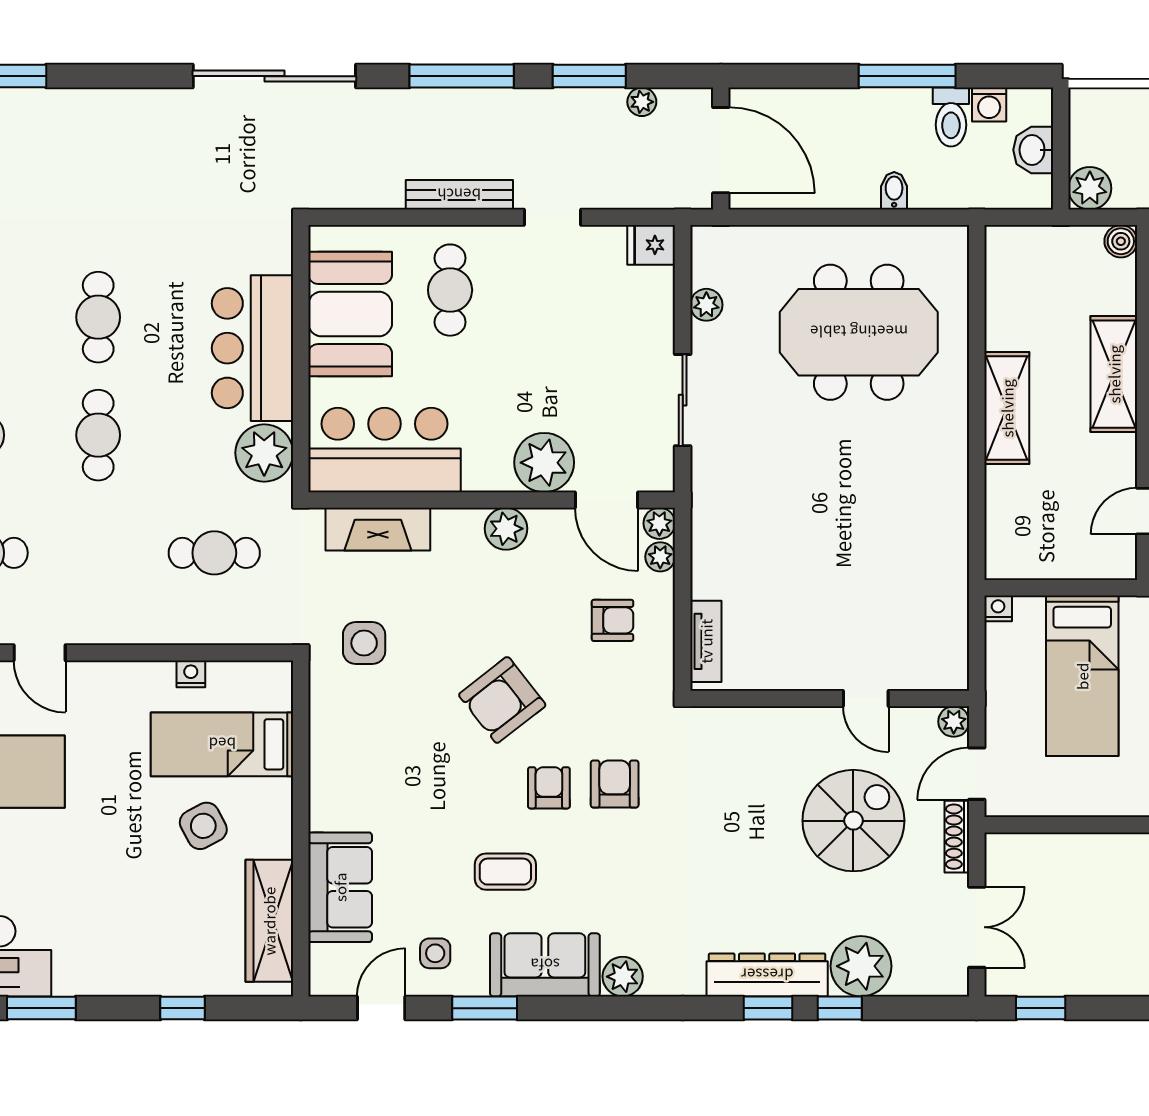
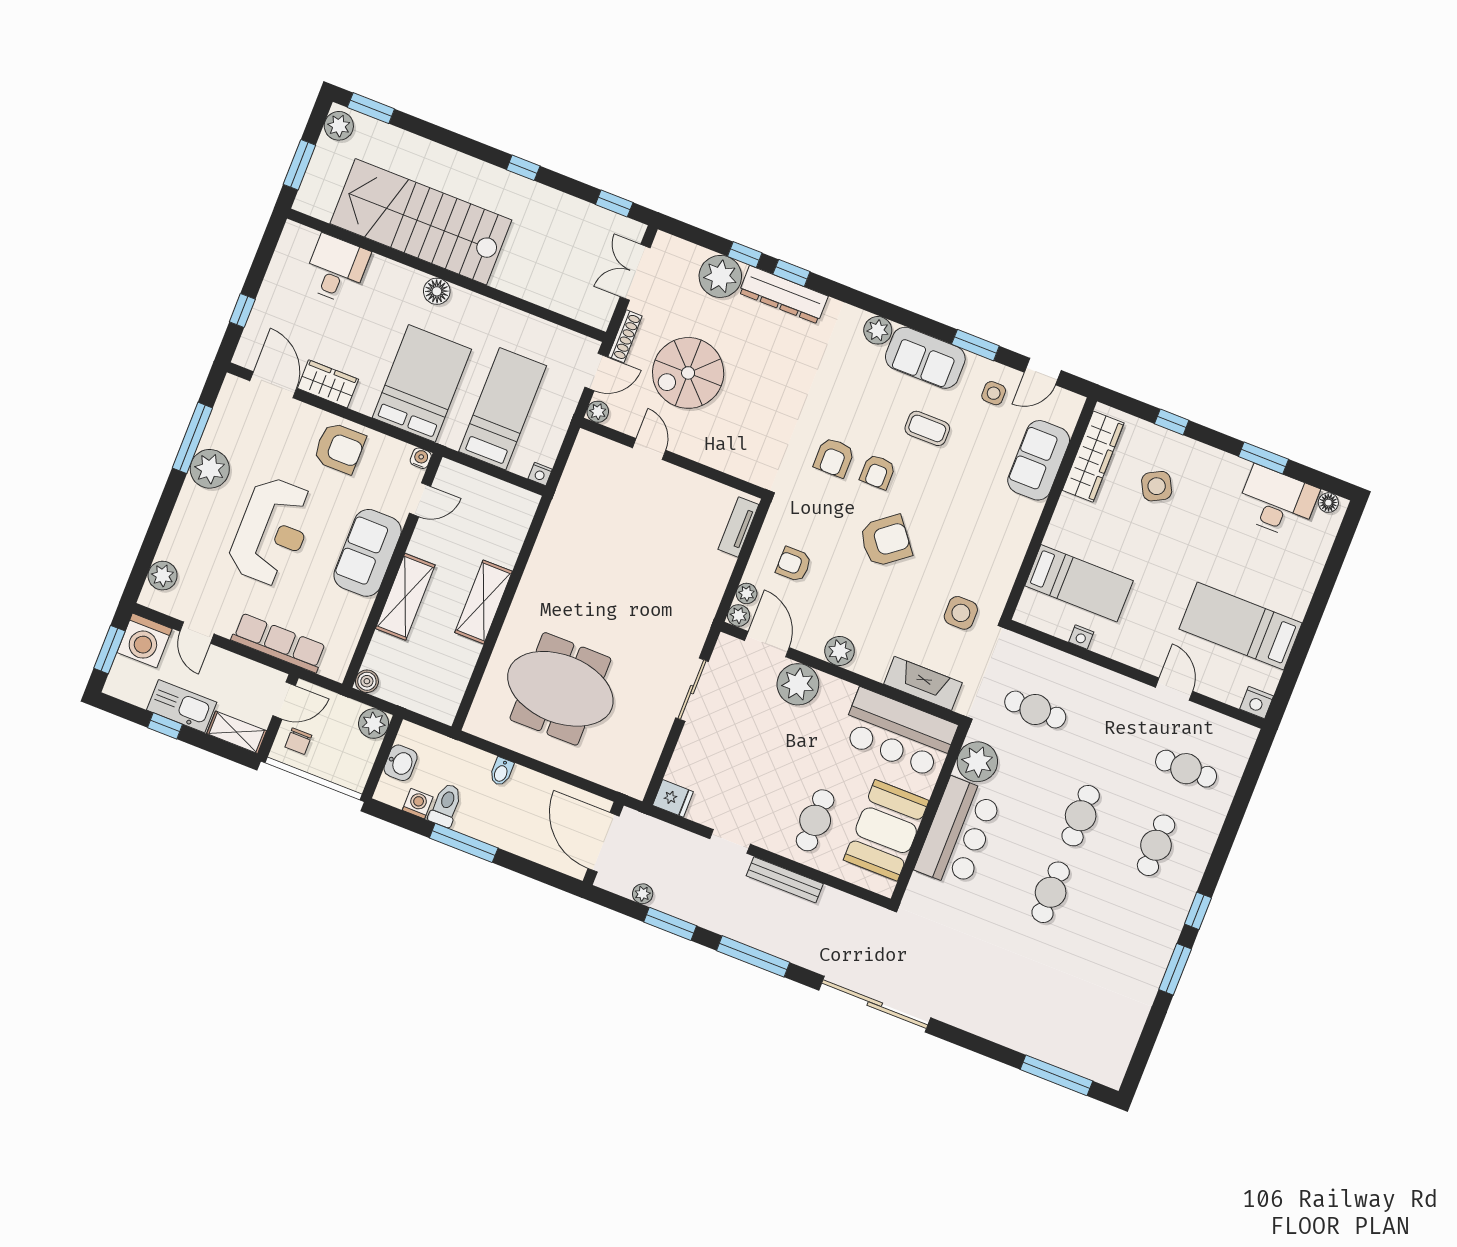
plant: (706, 305) -> (652, 745), removed
side table: (203, 826) -> (1157, 486), moved

